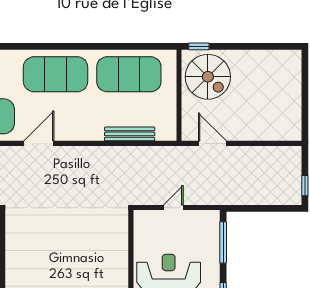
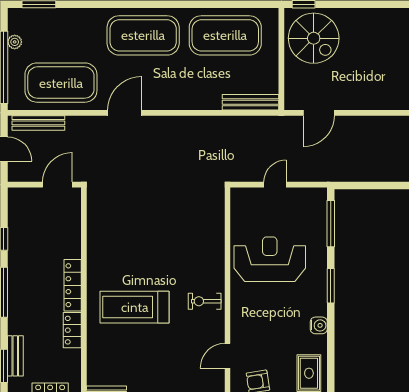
bench: (130, 134) -> (251, 102), moved
door: (212, 143) -> (319, 113), swing flipped

